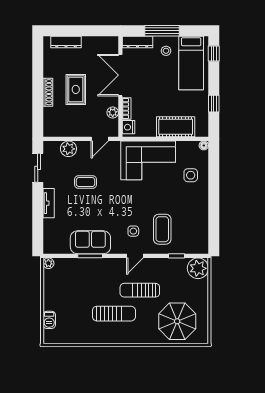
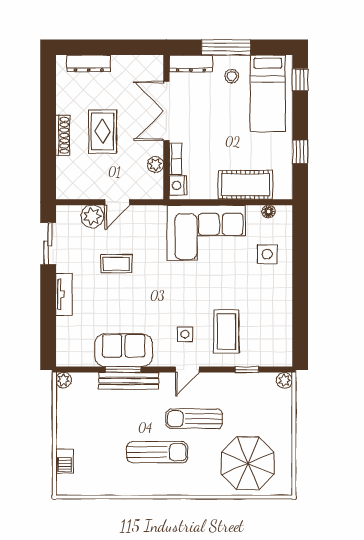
door: (100, 139) -> (117, 202), moved
floor lamp: (204, 145) -> (269, 212), moved
bench: (94, 264) -> (129, 381), added
plant: (198, 268) -> (284, 380), width x0.53, depth x0.53

